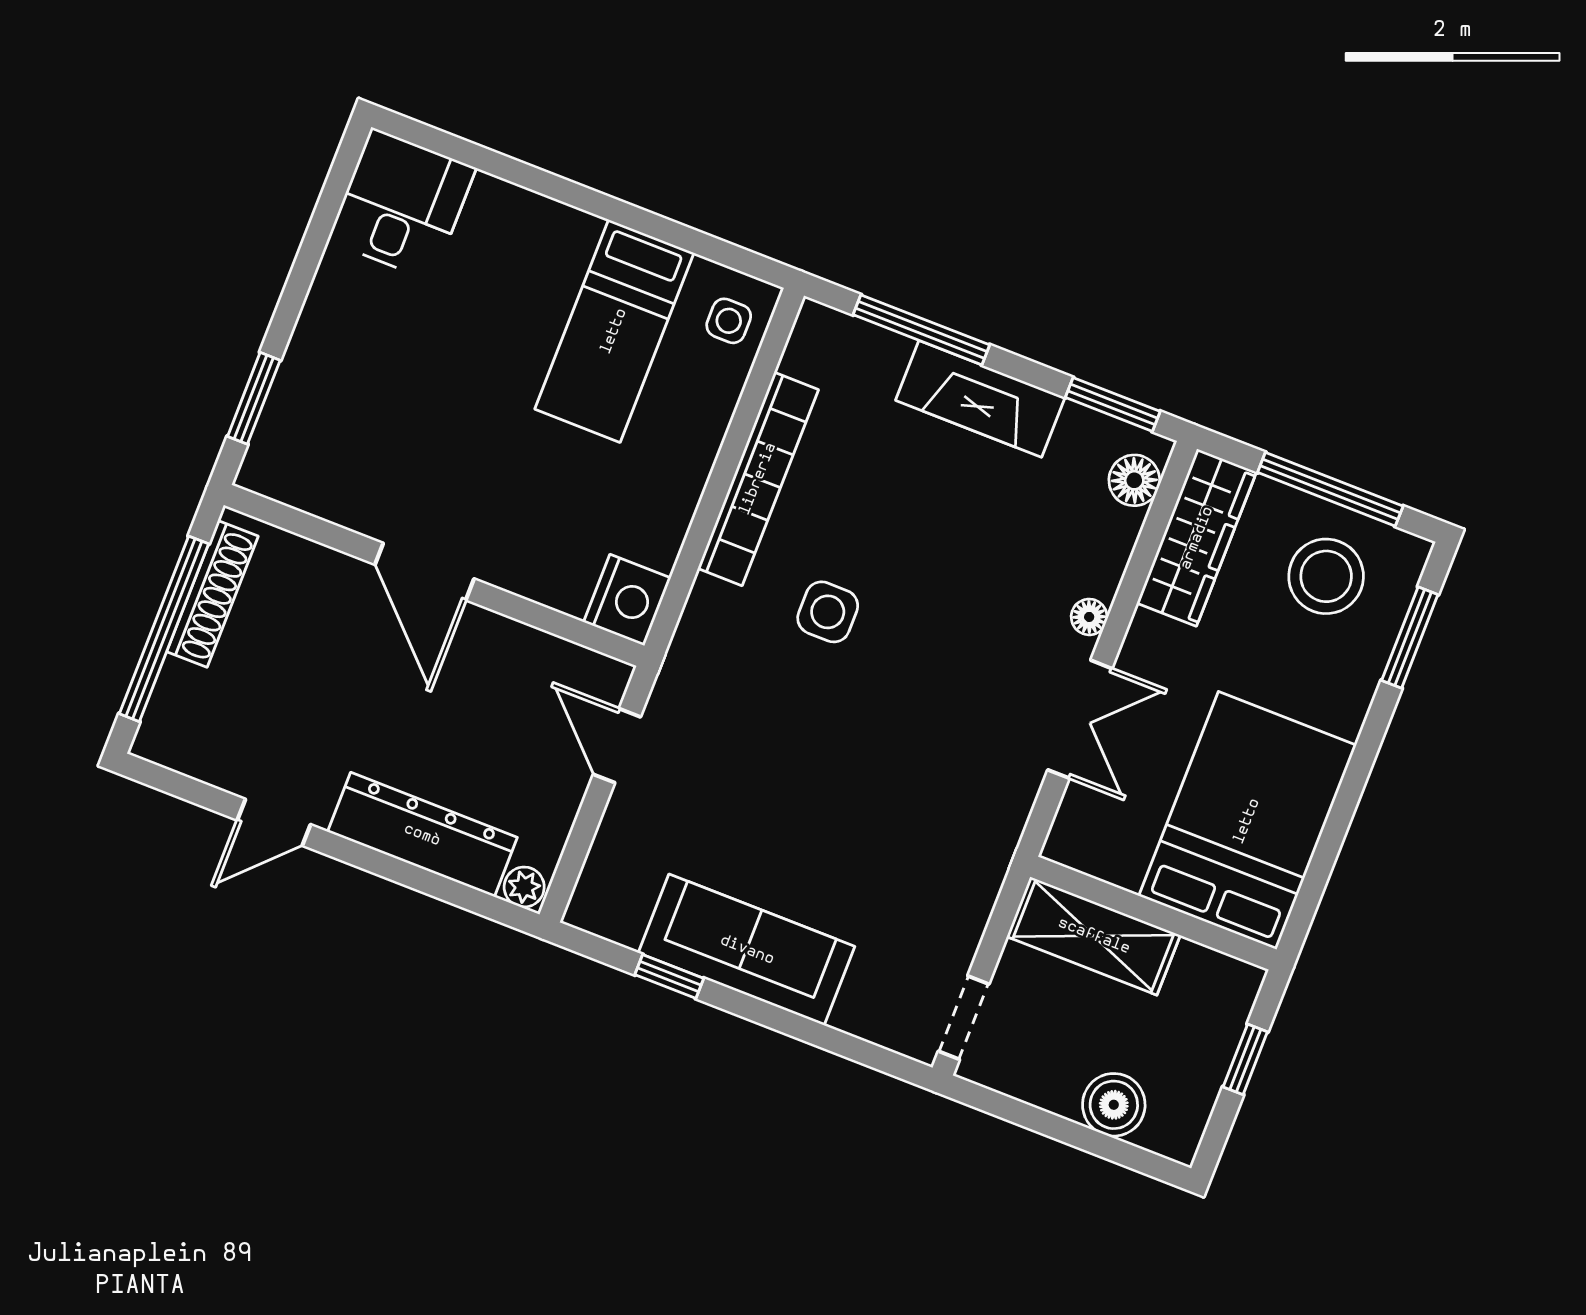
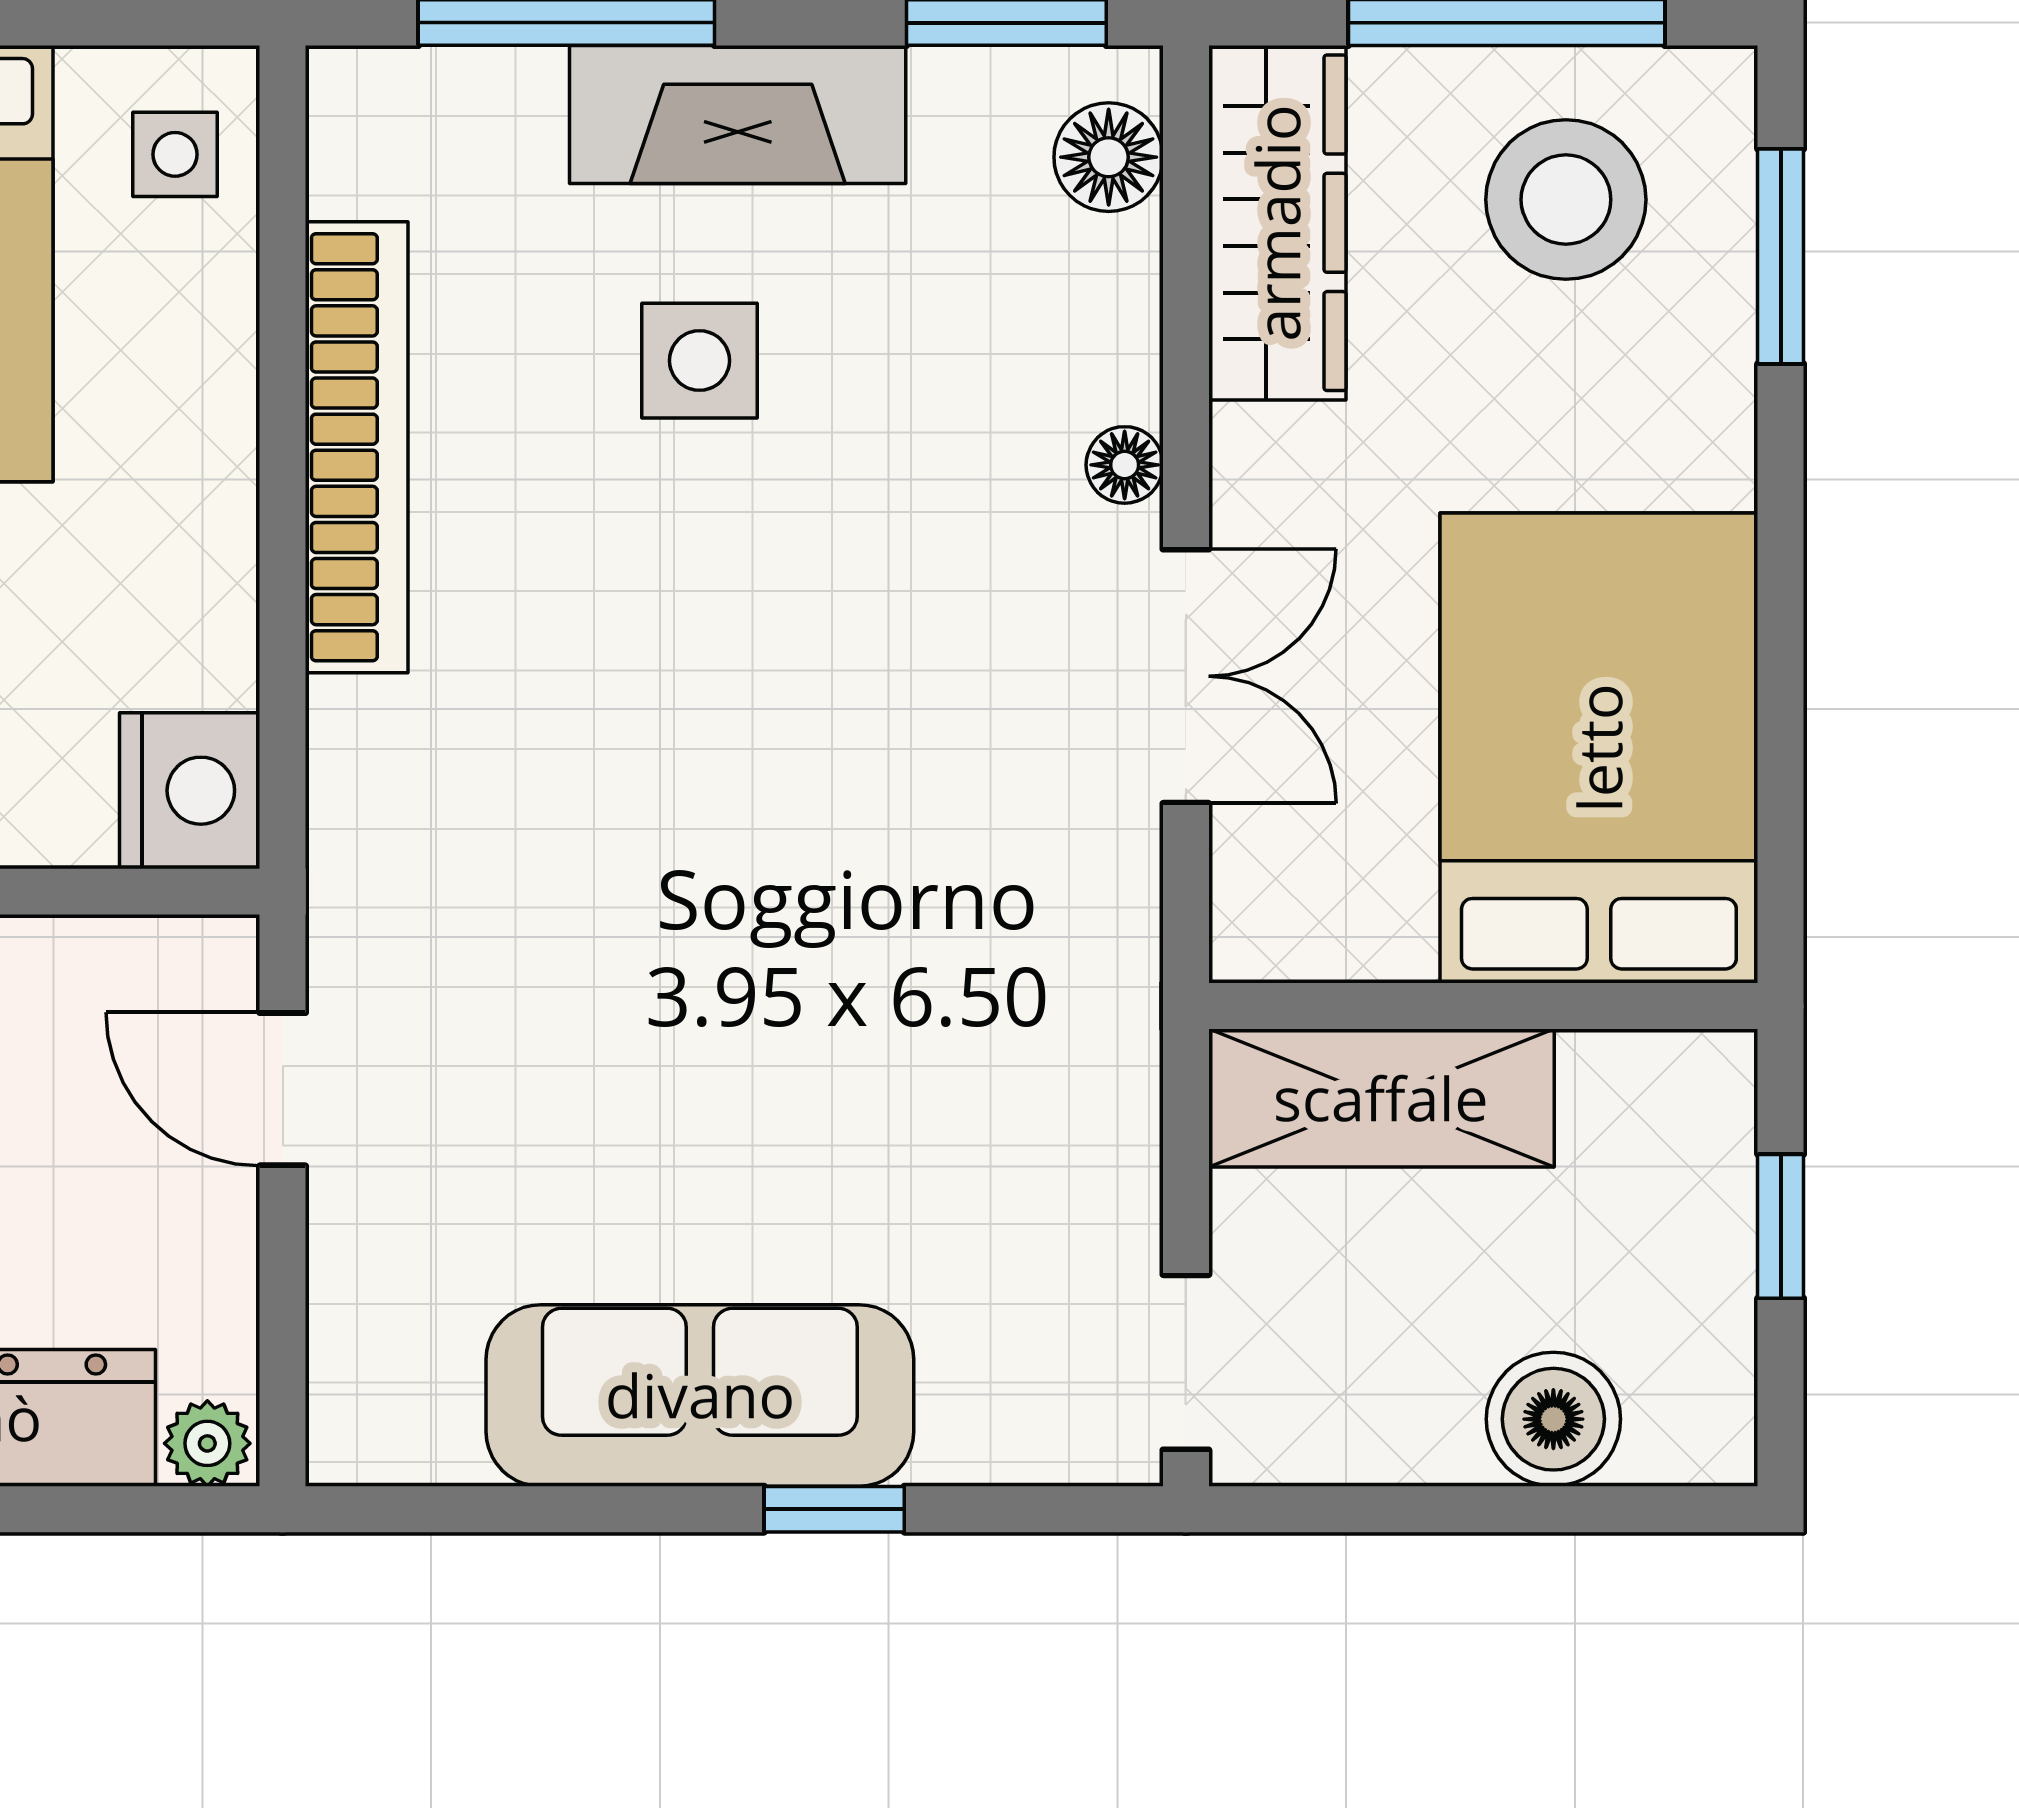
side table: (828, 612) -> (699, 361), moved
window: (669, 977) -> (834, 1509), moved

